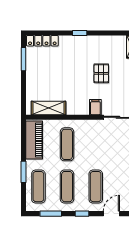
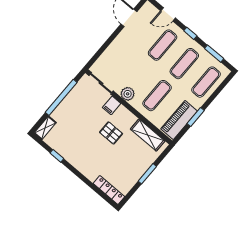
window: (80, 33) -> (57, 156), moved
window: (24, 59) -> (147, 174), moved
pallet: (101, 73) -> (111, 133), moved, turned 90
plant: (91, 126) -> (128, 94), added
window: (24, 172) -> (196, 117), moved

